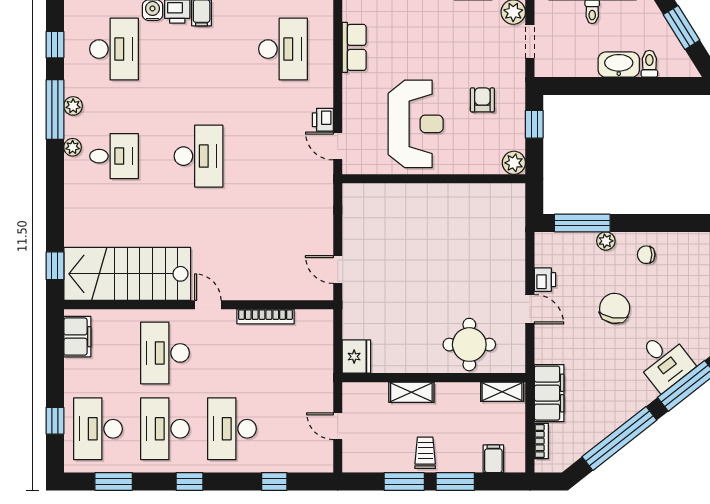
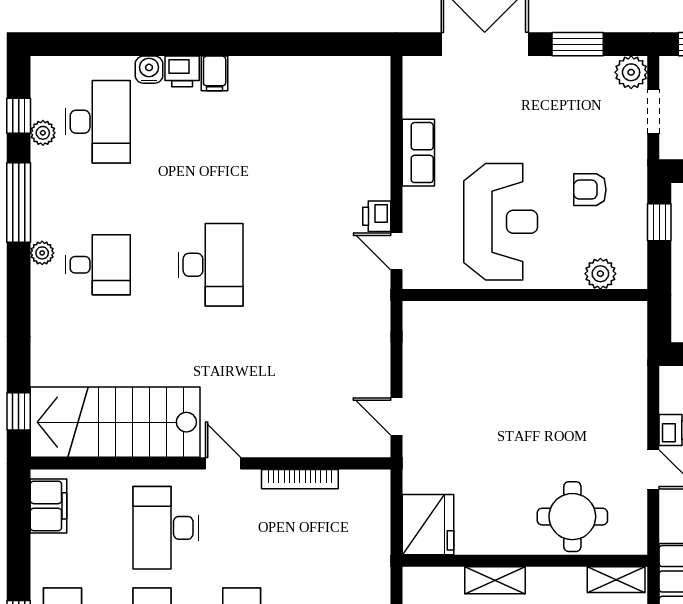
row of seats: (354, 47) -> (418, 153), moved
desk: (283, 49) -> (323, 122), removed
armchair: (482, 100) -> (590, 190), turned -90
plant: (73, 106) -> (43, 133), moved
plant: (514, 163) -> (600, 274), moved
fridge: (356, 357) -> (428, 525), width x1.36, depth x1.34

